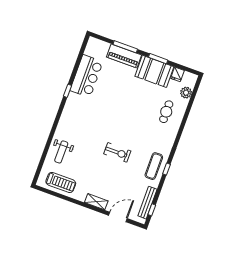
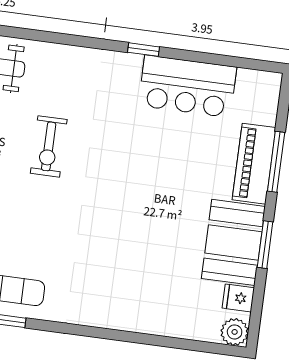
plant: (186, 93) -> (235, 332), moved
cafe table: (166, 112) -> (145, 291), removed
exercise bike: (117, 152) -> (49, 146), moved

